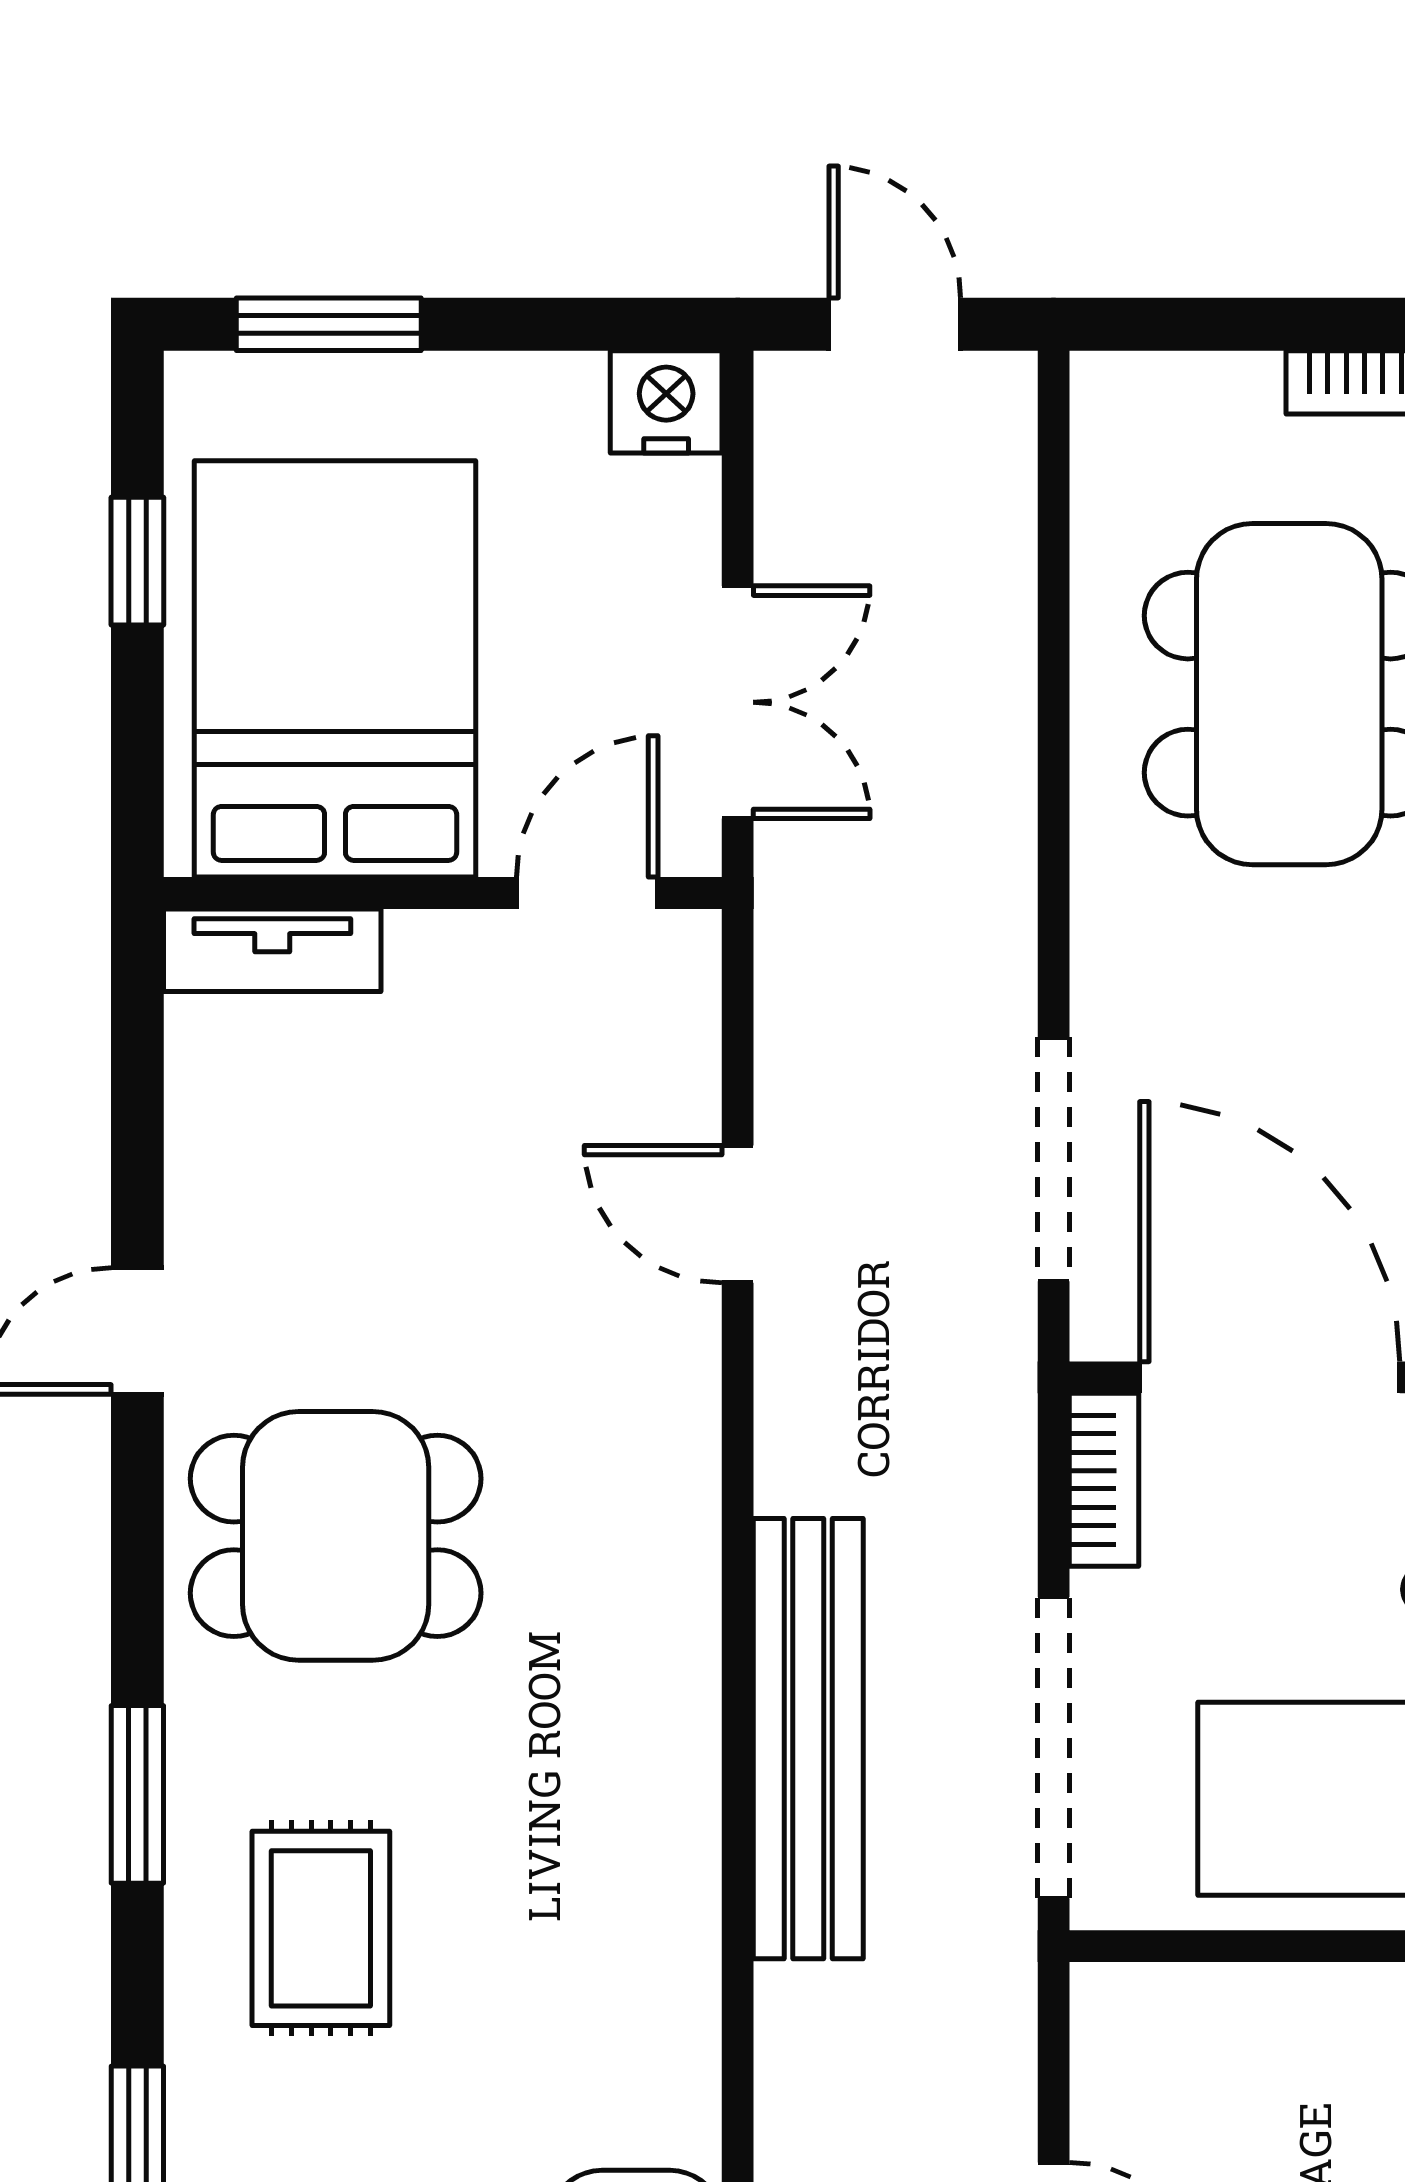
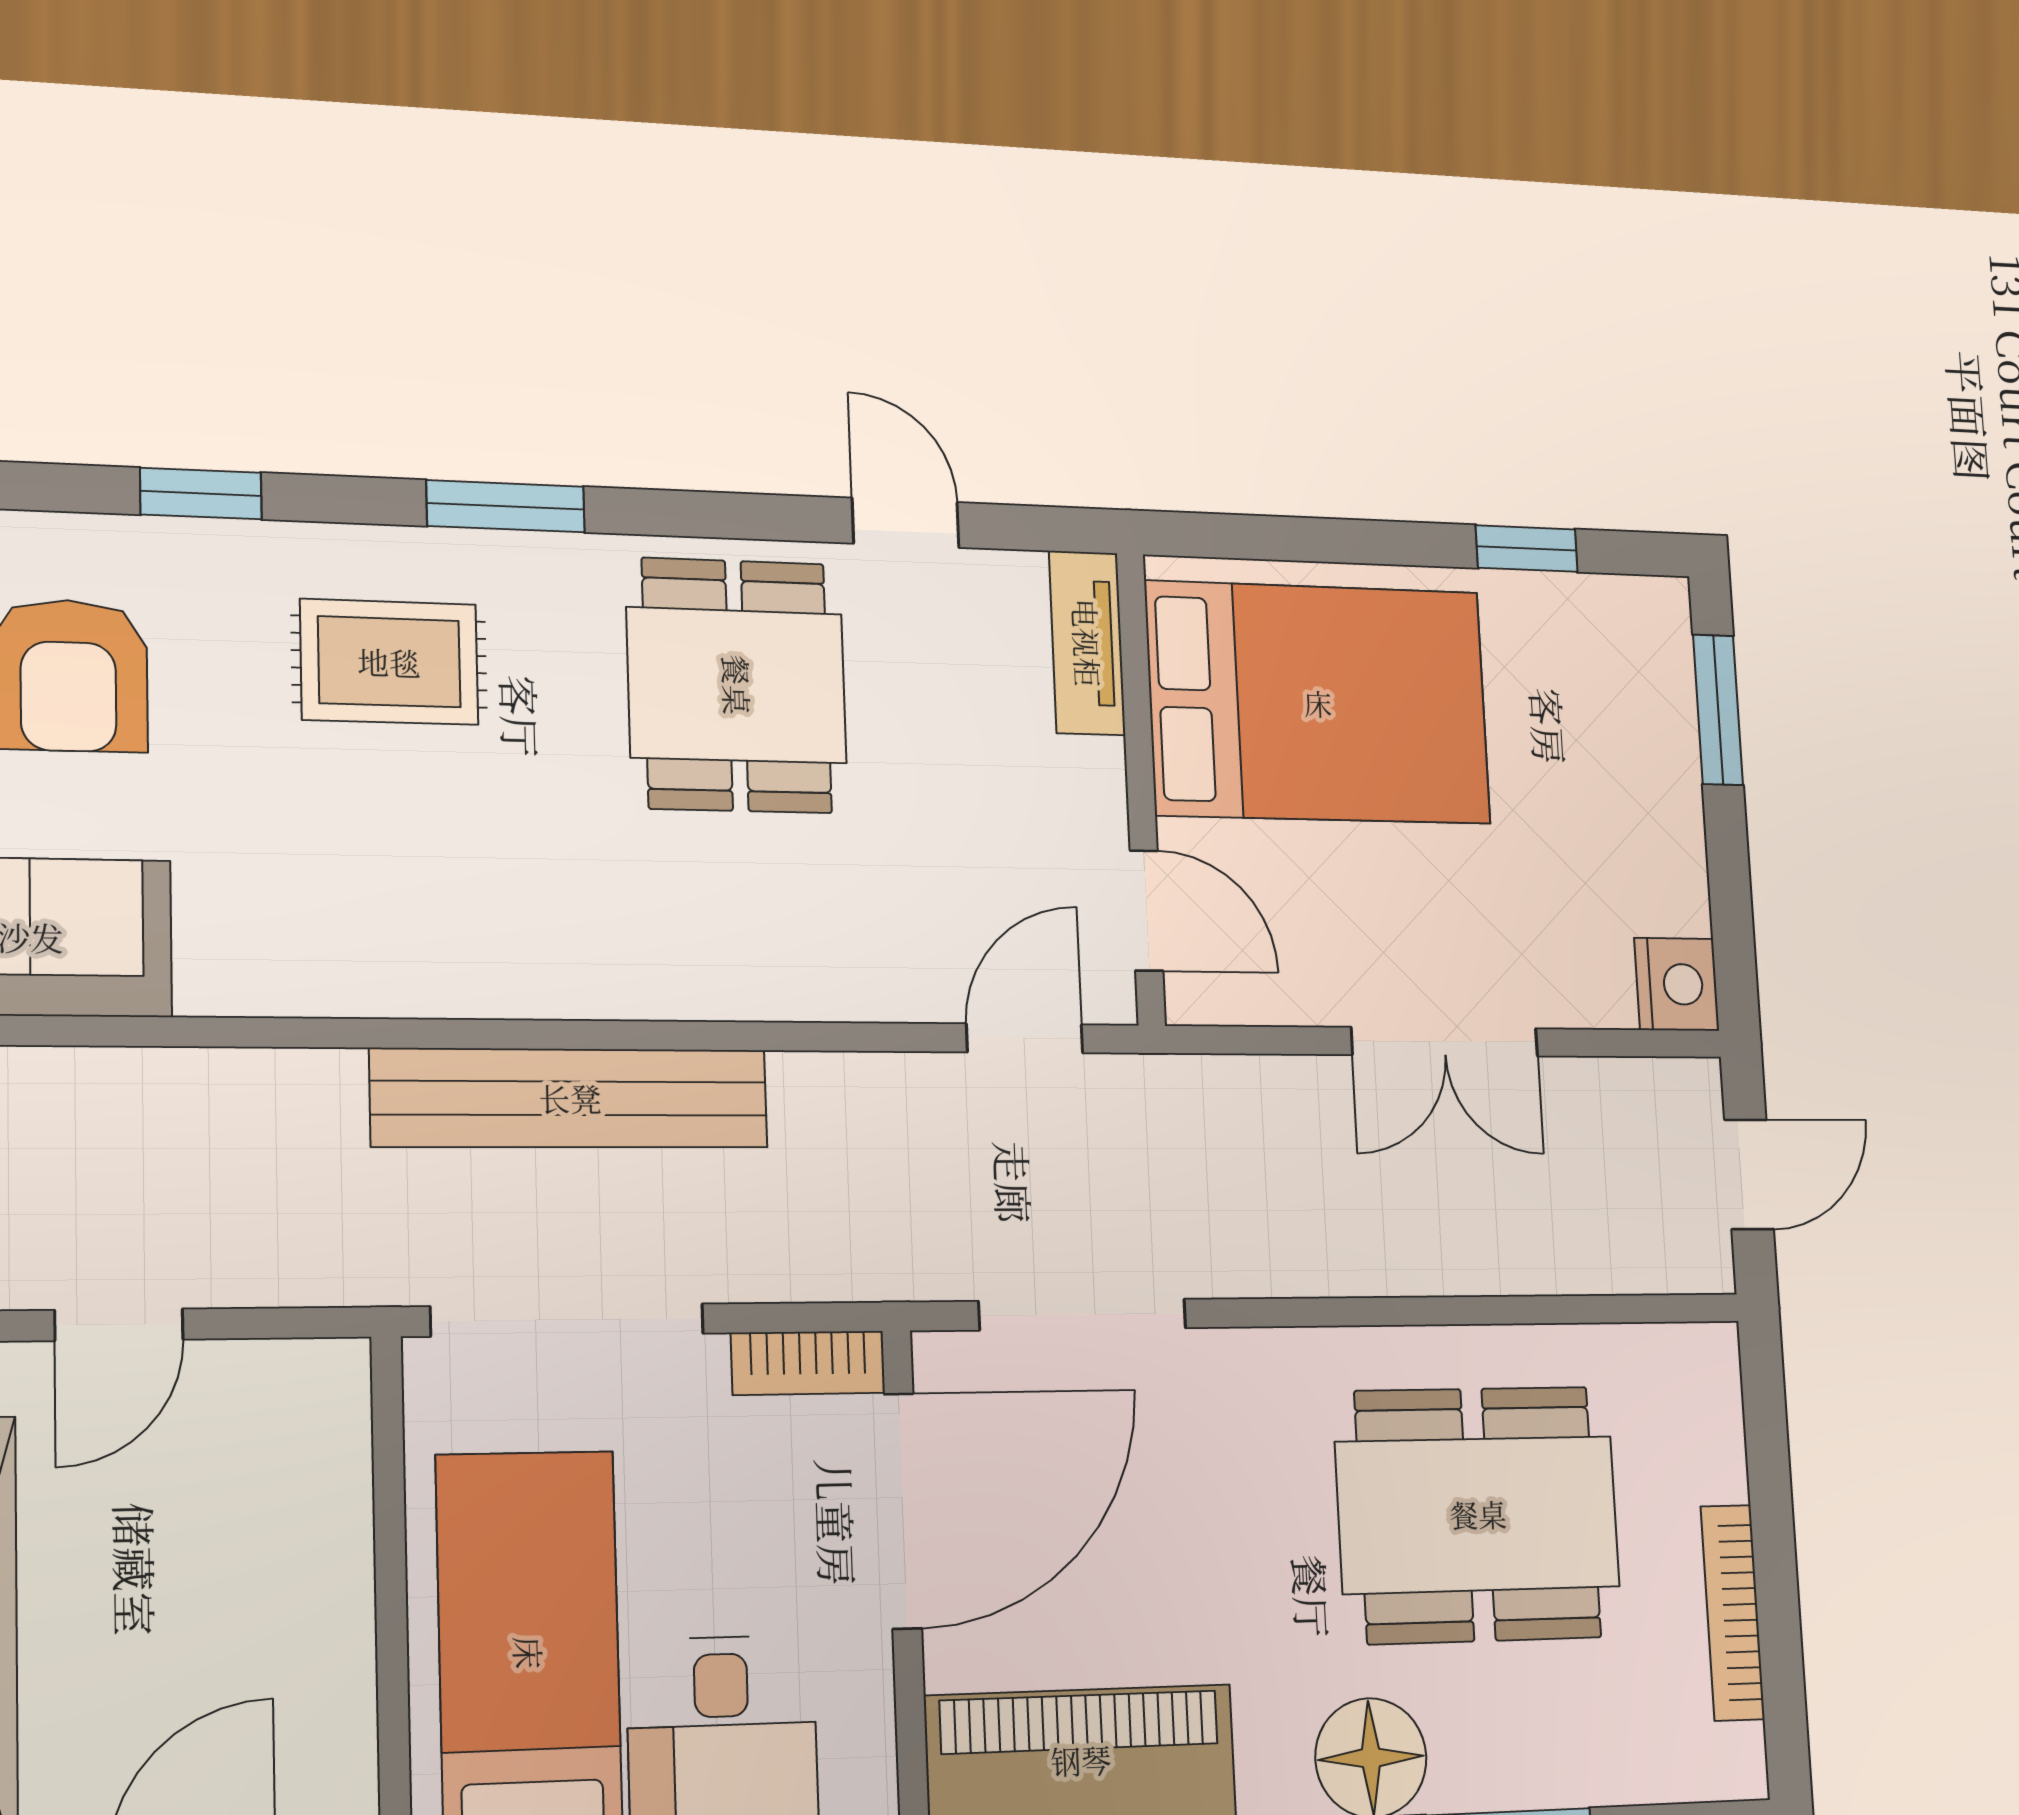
bed: (335, 669) -> (1318, 703), moved
wall: (443, 893) -> (1141, 788), moved
door: (587, 893) -> (1146, 911), moved
tv unit: (272, 950) -> (1087, 643), moved

